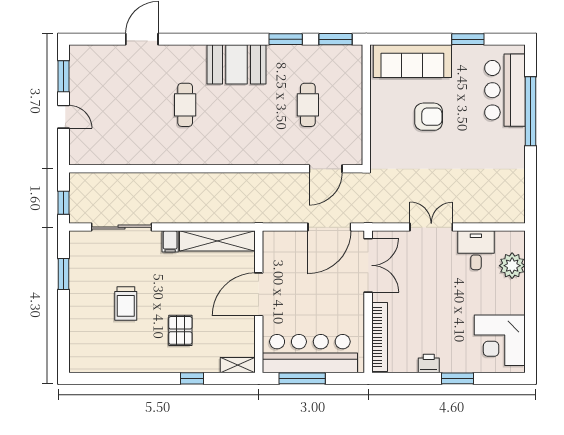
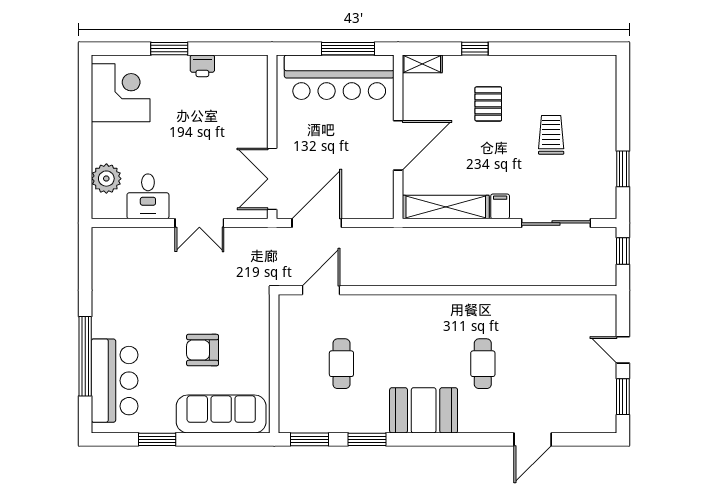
bookcase: (380, 337) -> (259, 96), removed

